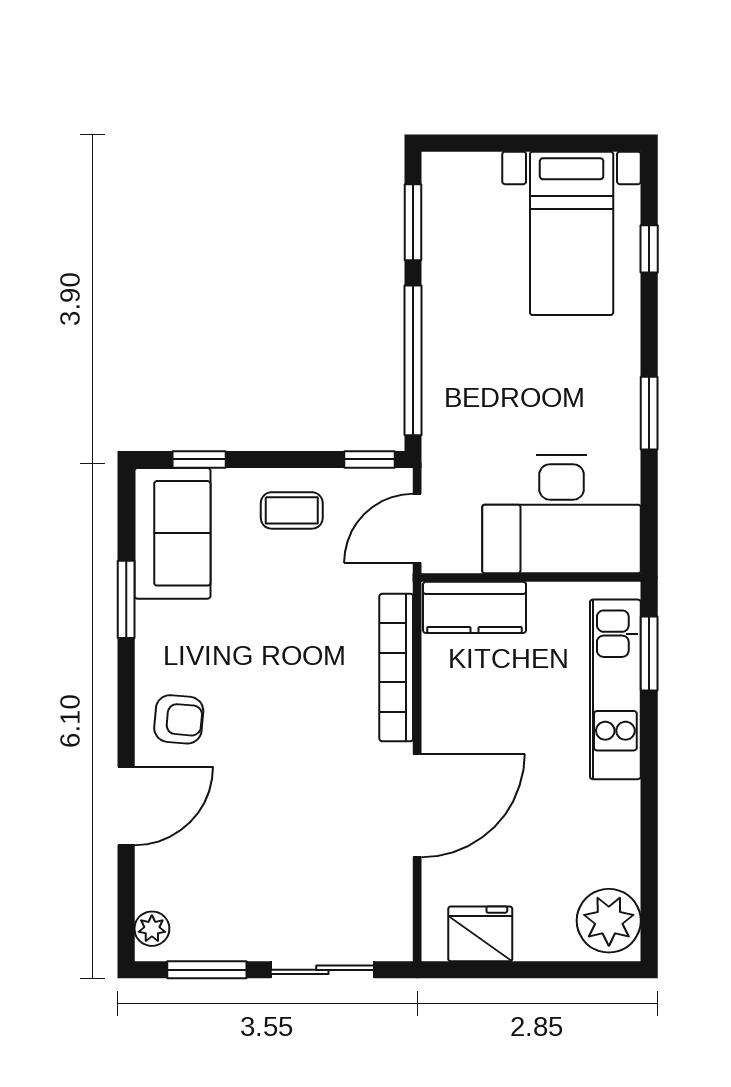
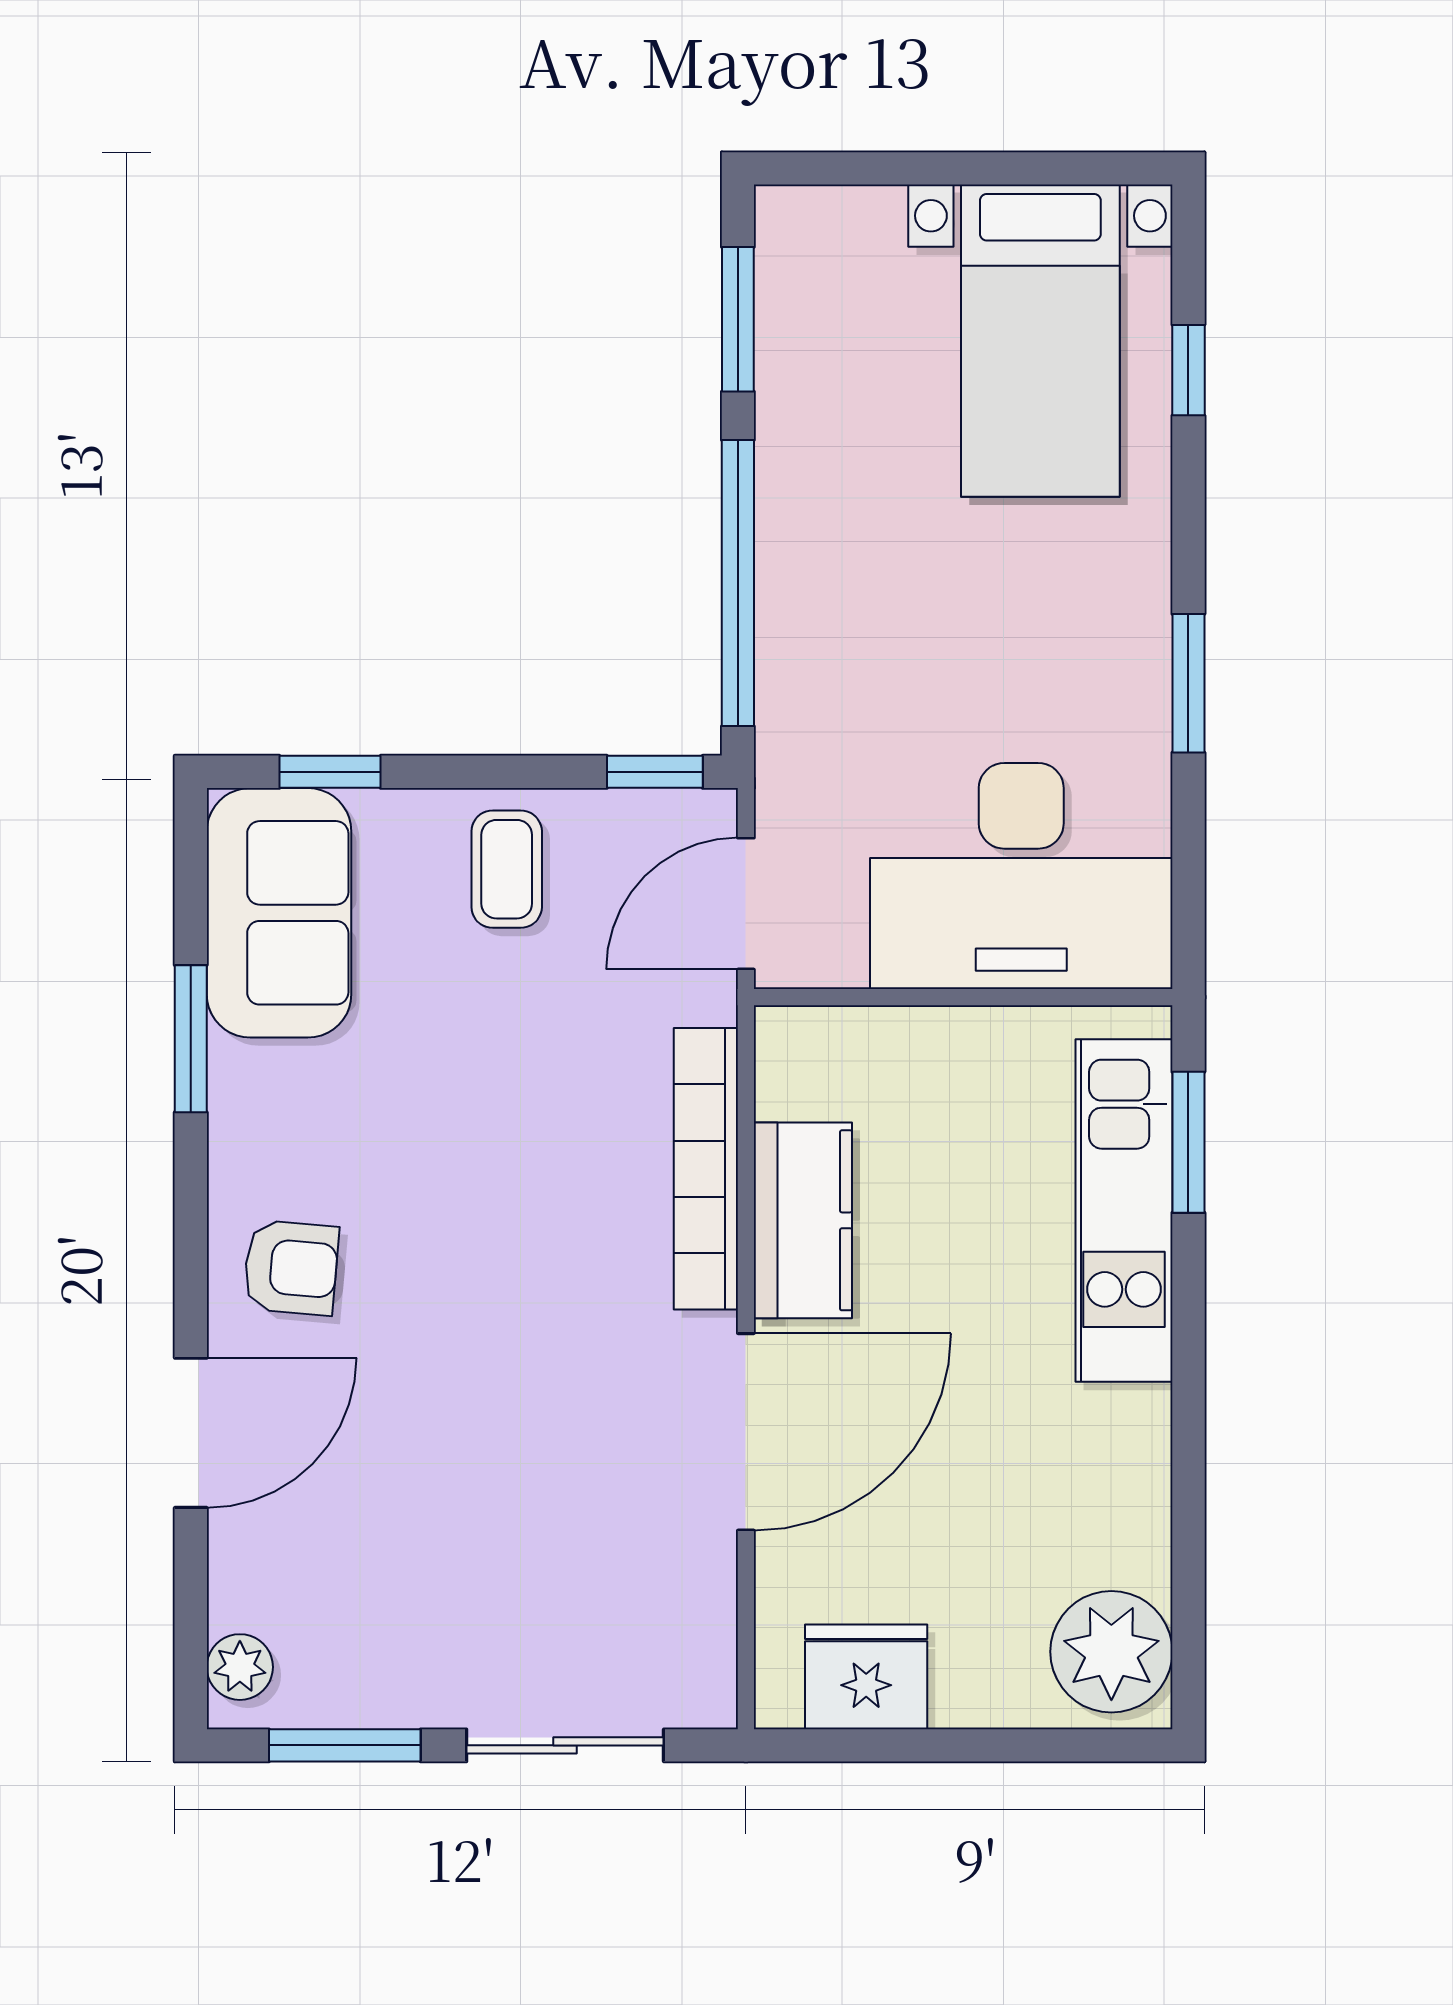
coffee table: (292, 510) -> (507, 869), turned 90
kitchen counter: (474, 607) -> (803, 1220), moved, turned -90

